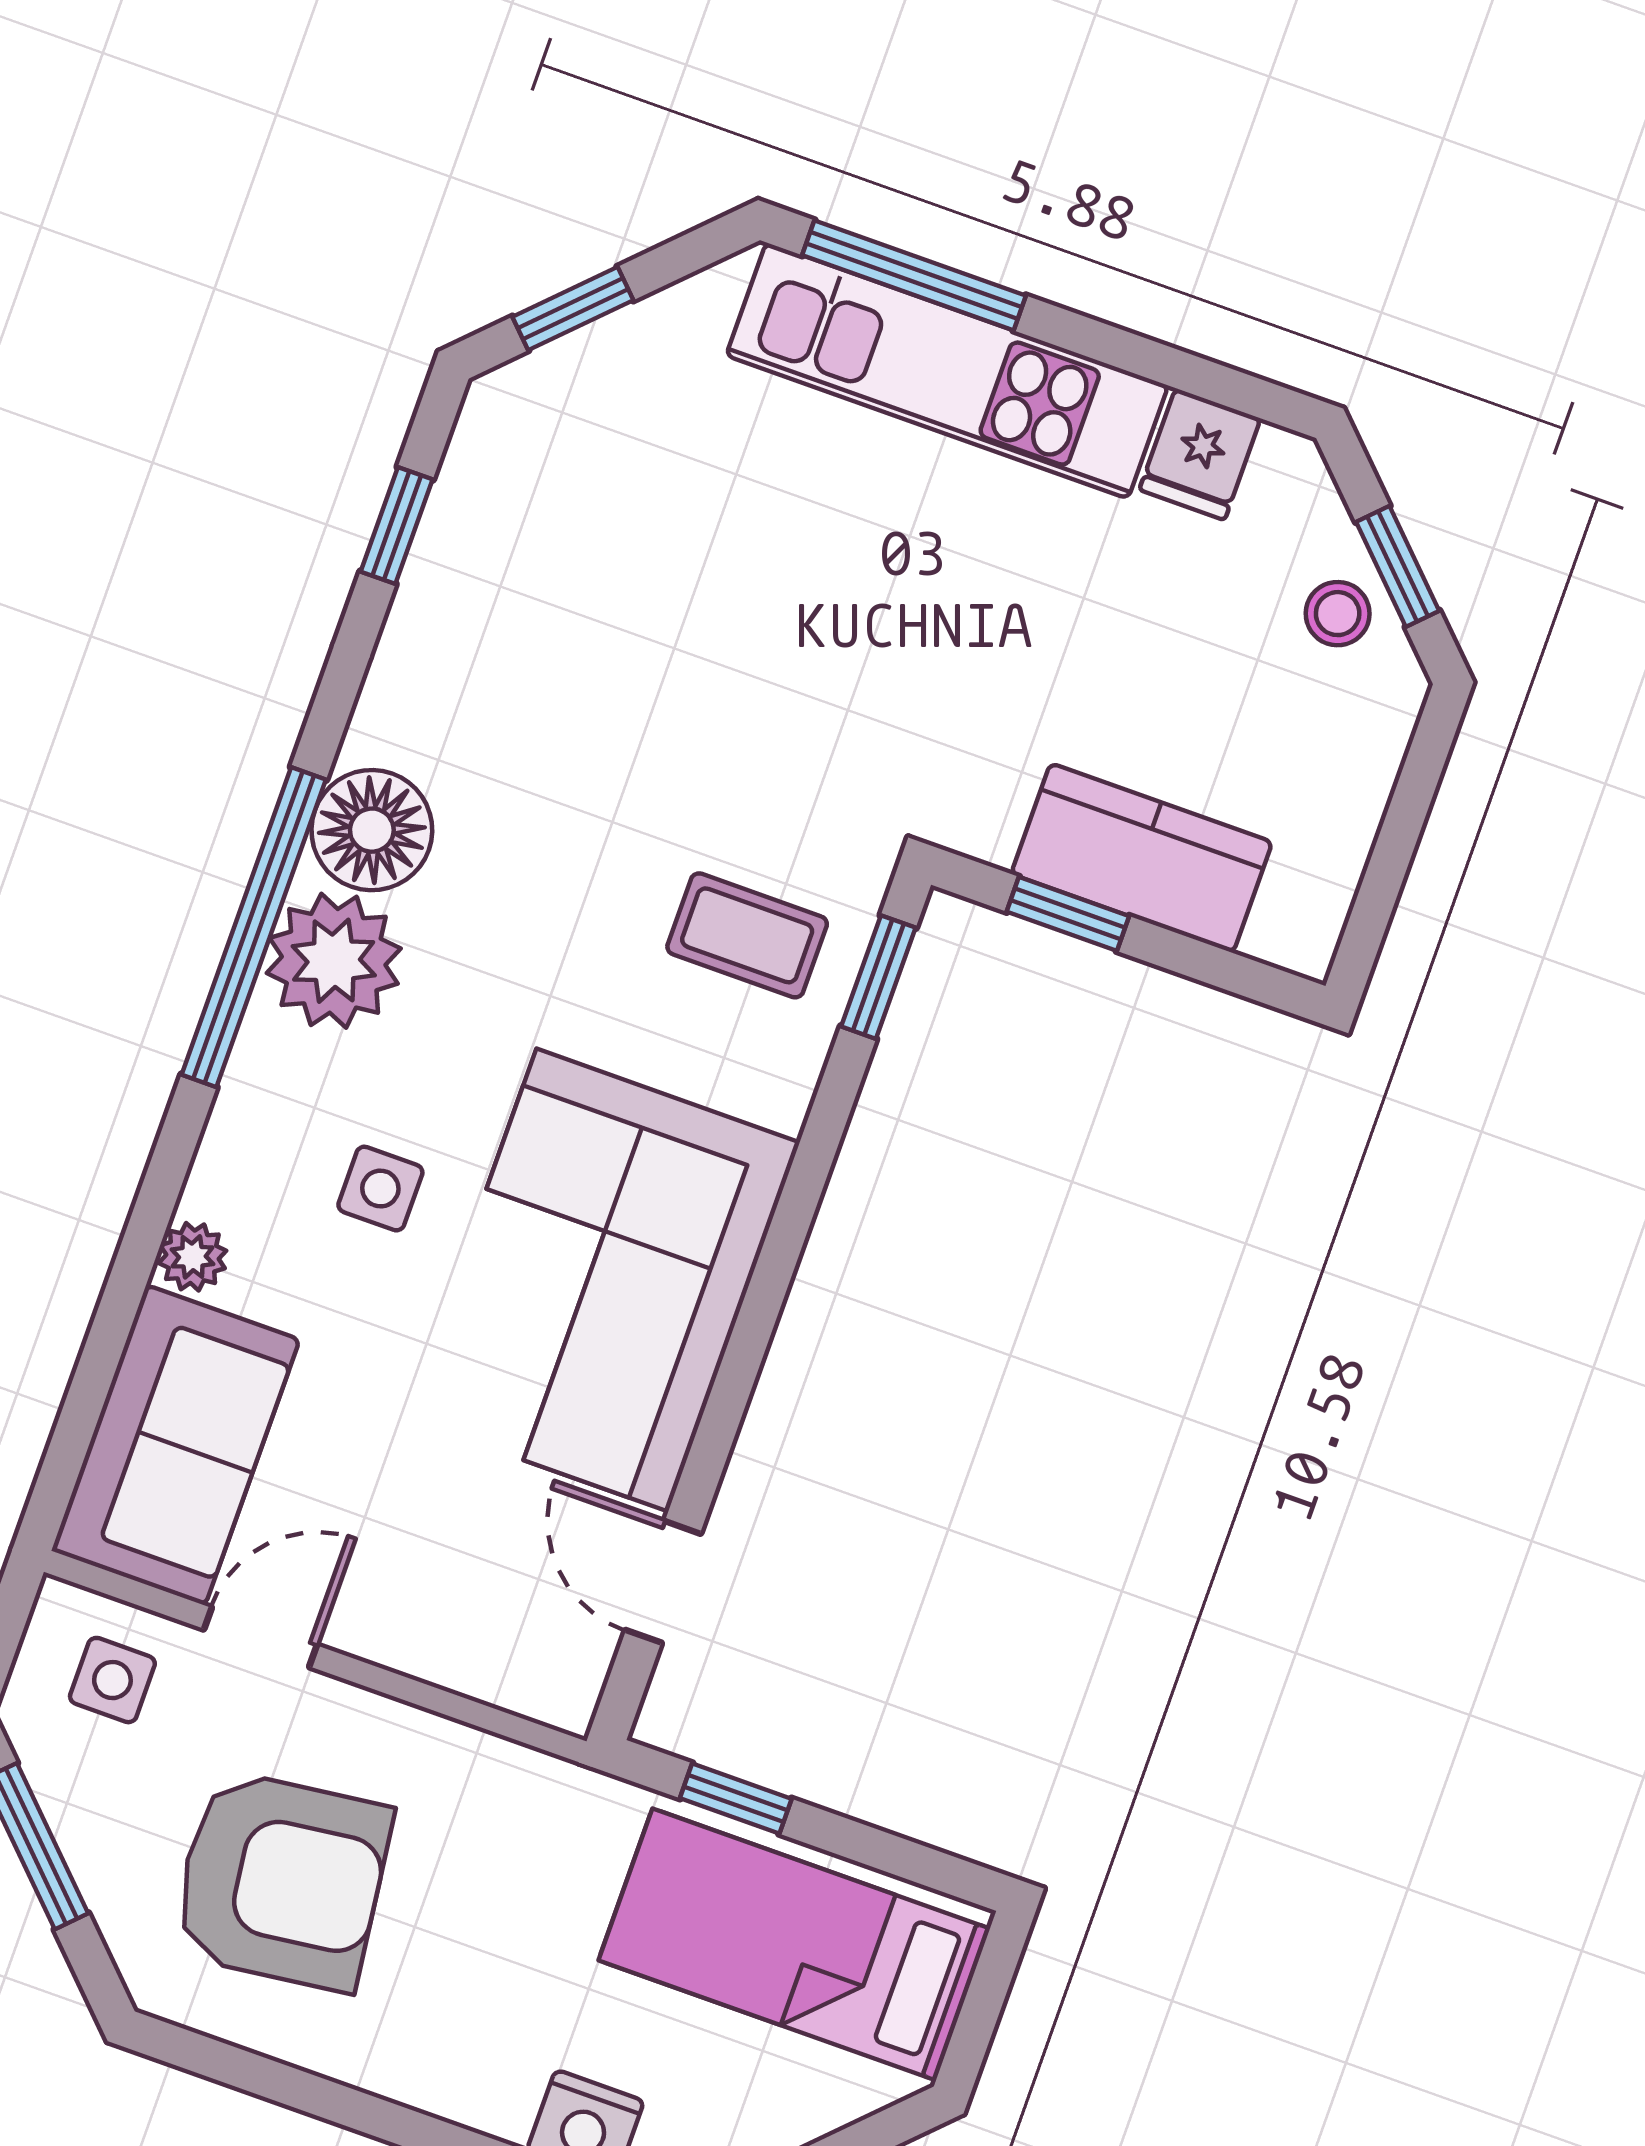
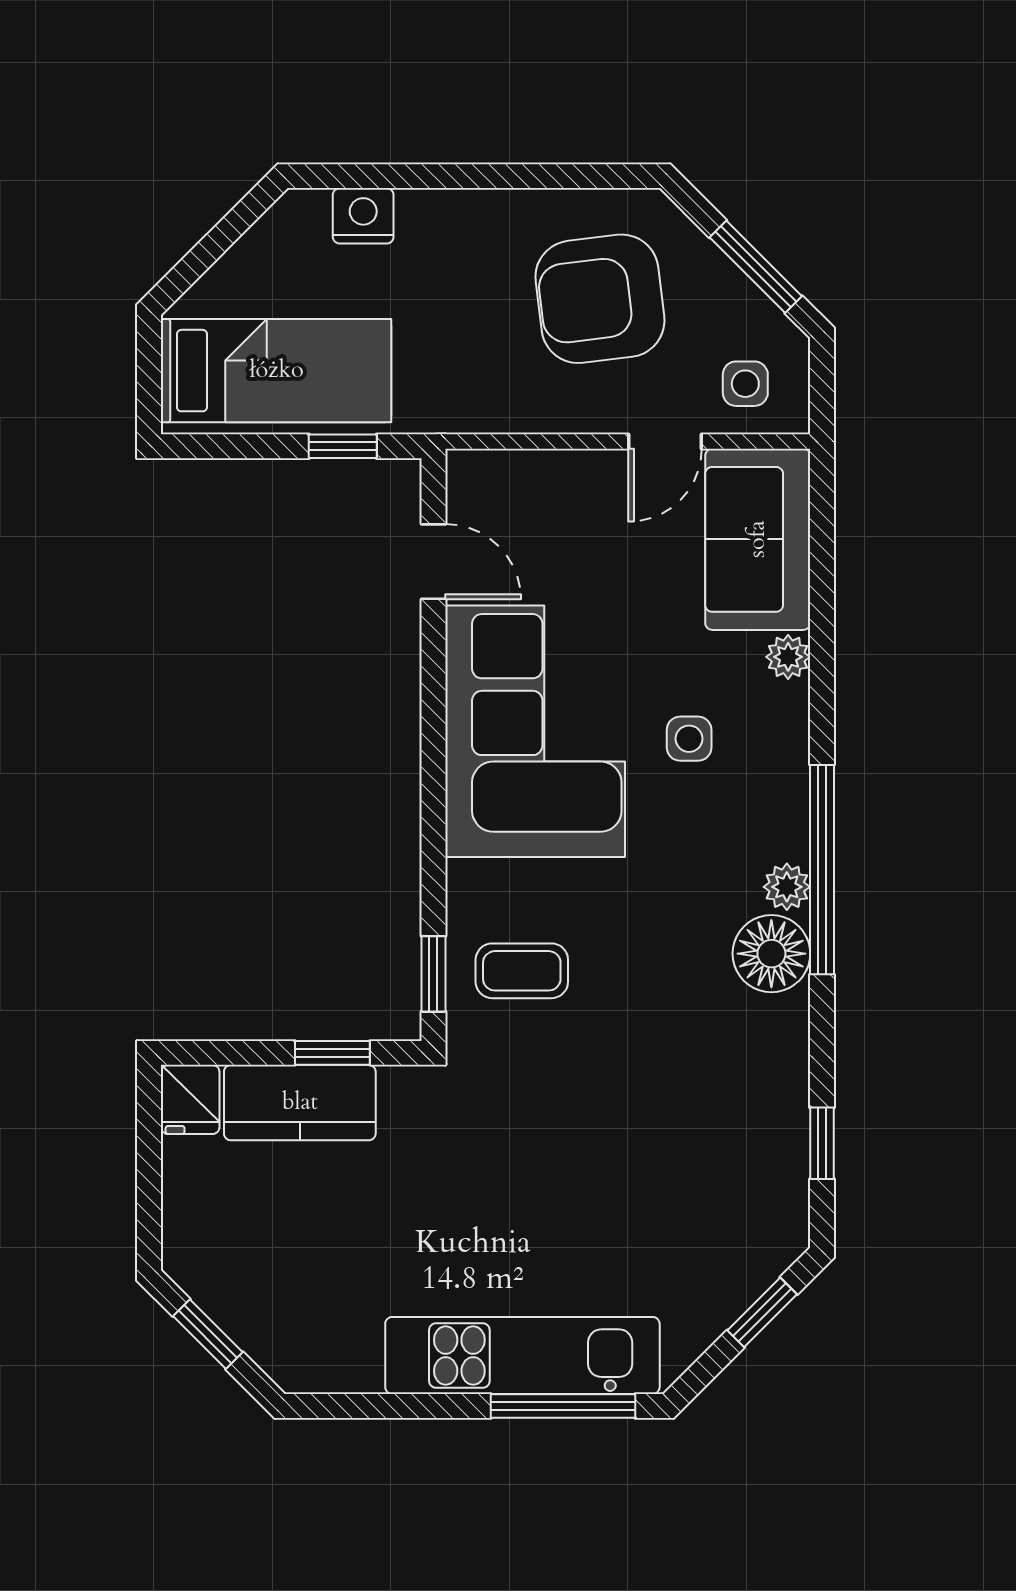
fridge: (1200, 454) -> (190, 1099), moved, turned 180
stool: (1338, 614) -> (234, 1293), removed
plant: (334, 961) -> (787, 887), width x0.53, depth x0.53

